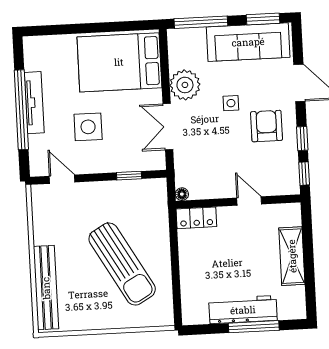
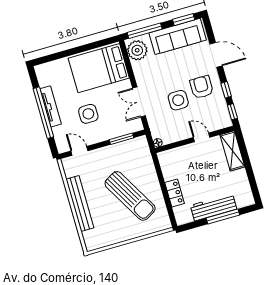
plant: (185, 85) -> (137, 50), moved
side table: (231, 103) -> (178, 100), moved, width x1.87, depth x1.87
window: (129, 176) -> (122, 139), width x1.50
locker: (196, 218) -> (175, 193), moved, turned -90
shelving: (292, 256) -> (232, 151), moved
bench: (46, 288) -> (80, 204), moved

